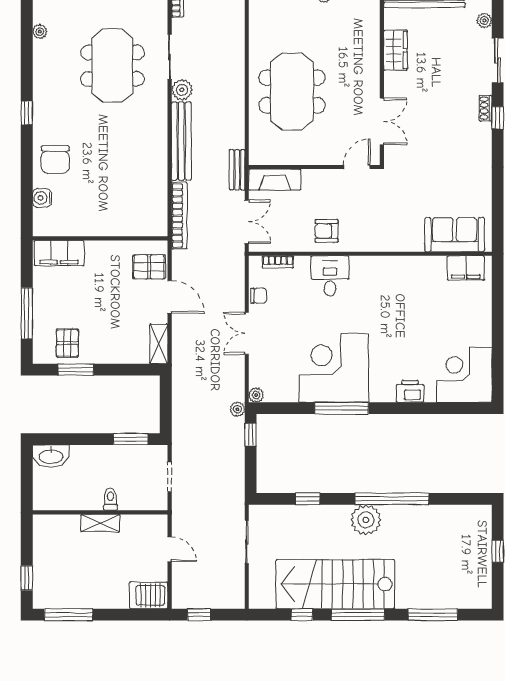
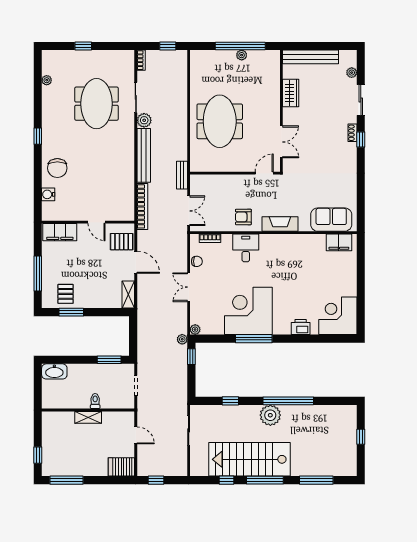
fireplace: (275, 180) -> (280, 224), moved, turned 180
door: (113, 238) -> (97, 222), added

